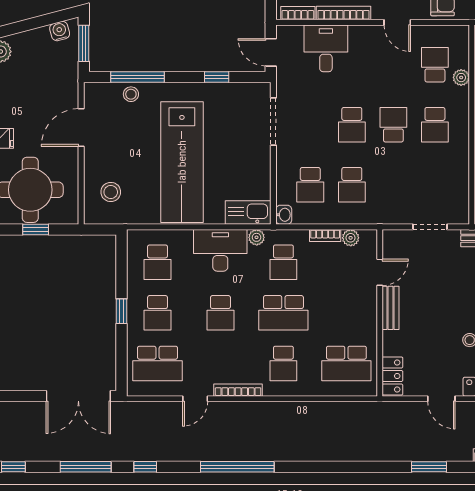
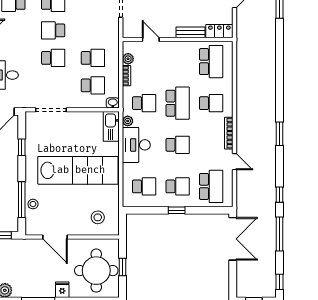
bench: (391, 308) -> (190, 32), moved
window: (237, 467) -> (279, 134), width x0.47

